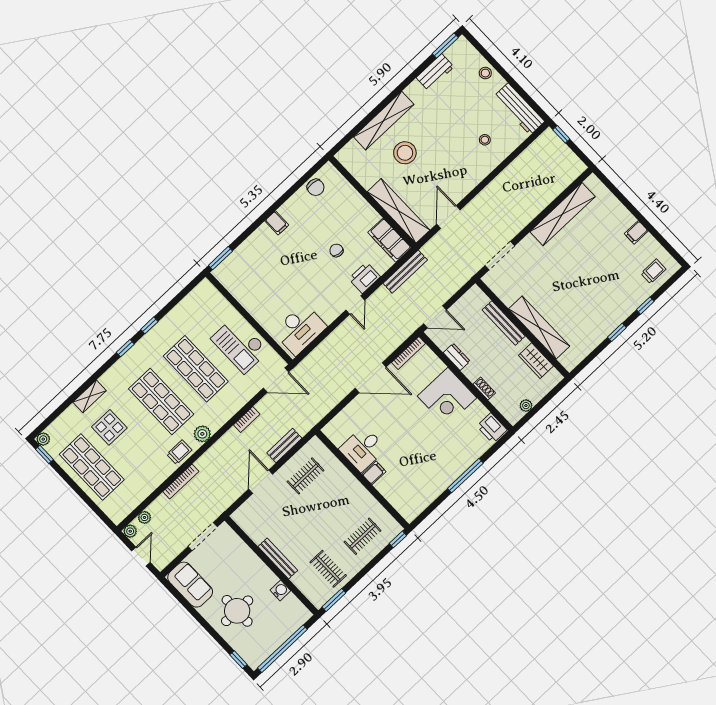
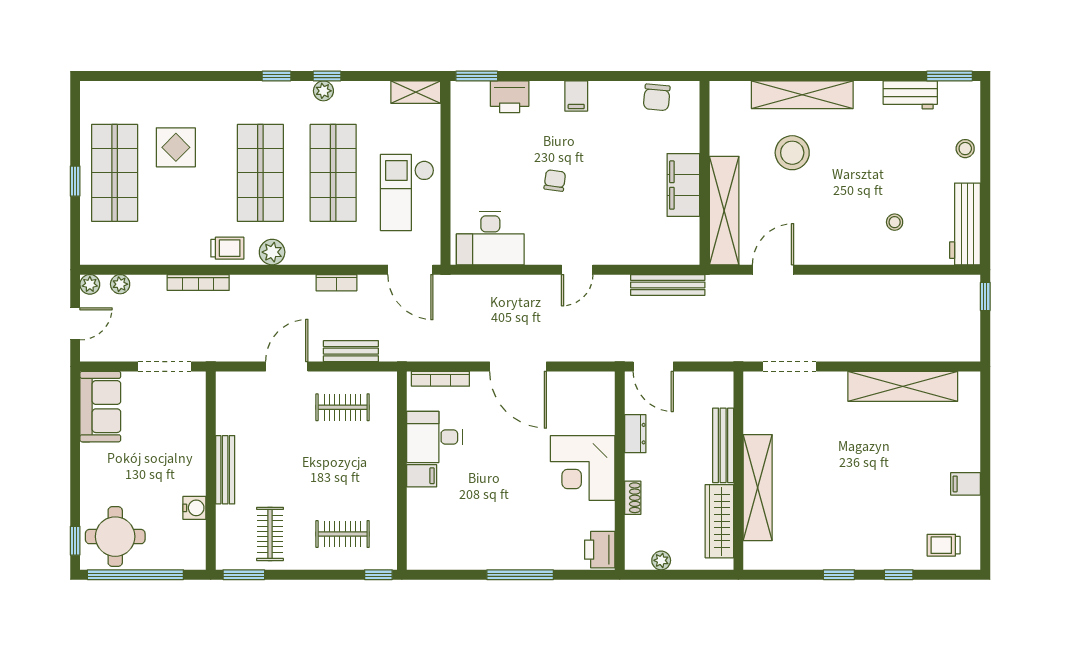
filing cabinet: (389, 240) -> (683, 185), moved
chair: (336, 250) -> (555, 181), moved
trolley: (653, 271) -> (944, 545), turned 180
printer: (364, 278) -> (510, 97), moved, turned 180
bookcase: (408, 353) -> (440, 379), moved
wardrobe: (536, 361) -> (719, 521), width x1.50
shelving: (90, 396) -> (416, 92), moved
plant: (43, 439) -> (323, 91), moved
window: (44, 454) -> (75, 181), moved
round table: (237, 611) -> (115, 537), moved

